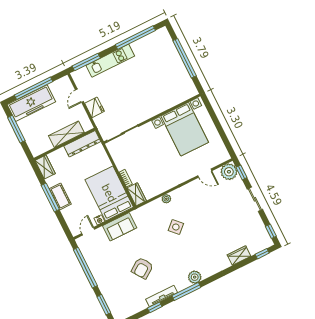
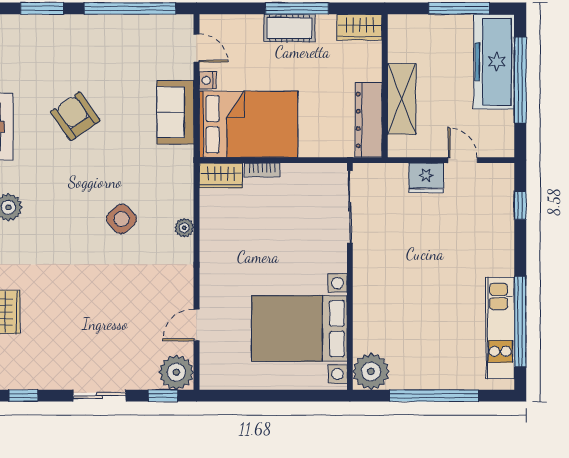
kitchen unit: (110, 61) -> (500, 328), moved
window: (86, 62) -> (520, 205), width x0.46
plant: (188, 90) -> (371, 371), added

